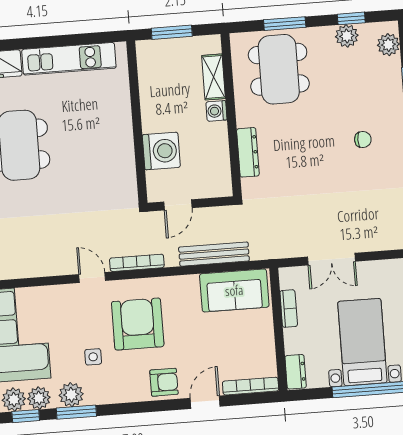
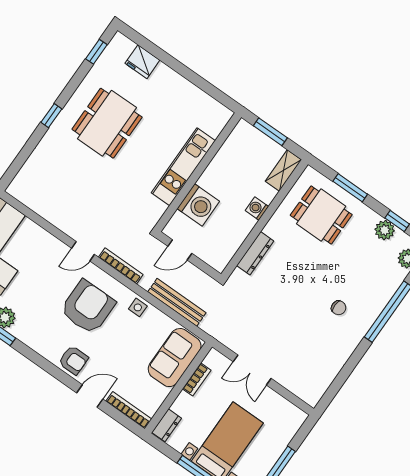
kitchen unit: (69, 59) -> (183, 167), moved, turned 90
dining table: (279, 69) -> (321, 215), width x0.73
shelving: (214, 77) -> (283, 170), moved
door: (92, 278) -> (83, 251), swing flipped
sofa: (234, 290) -> (175, 358), moved, turned 90
side table: (93, 357) -> (138, 307), moved

